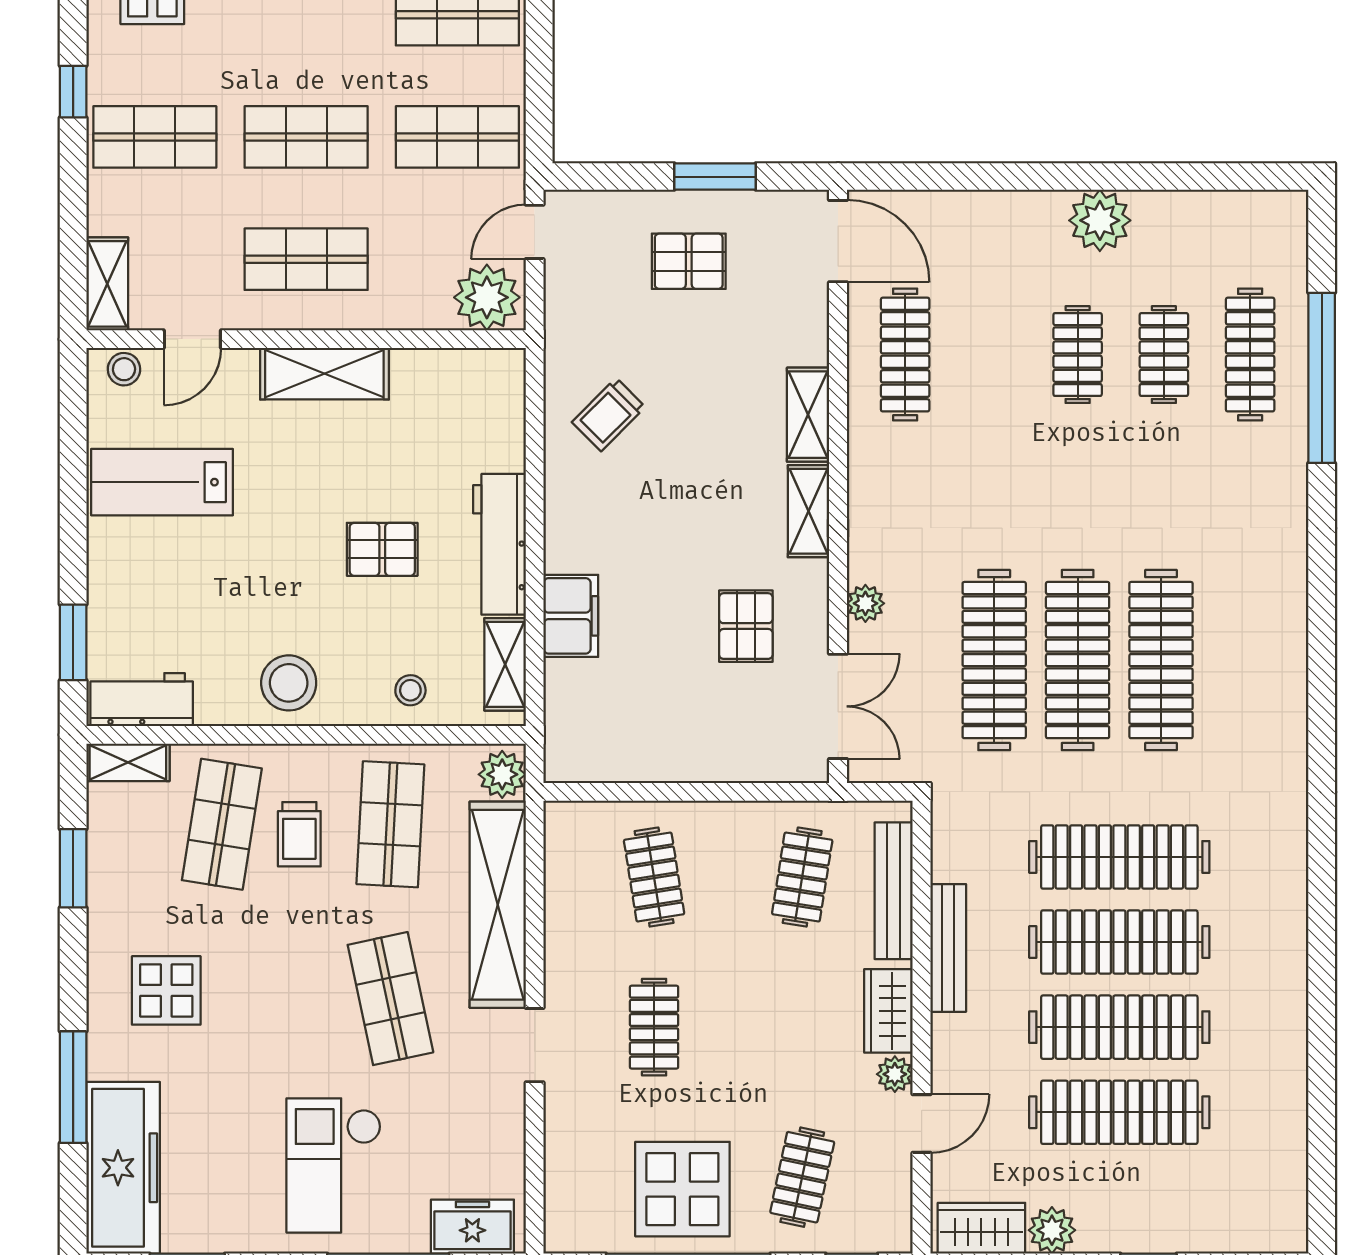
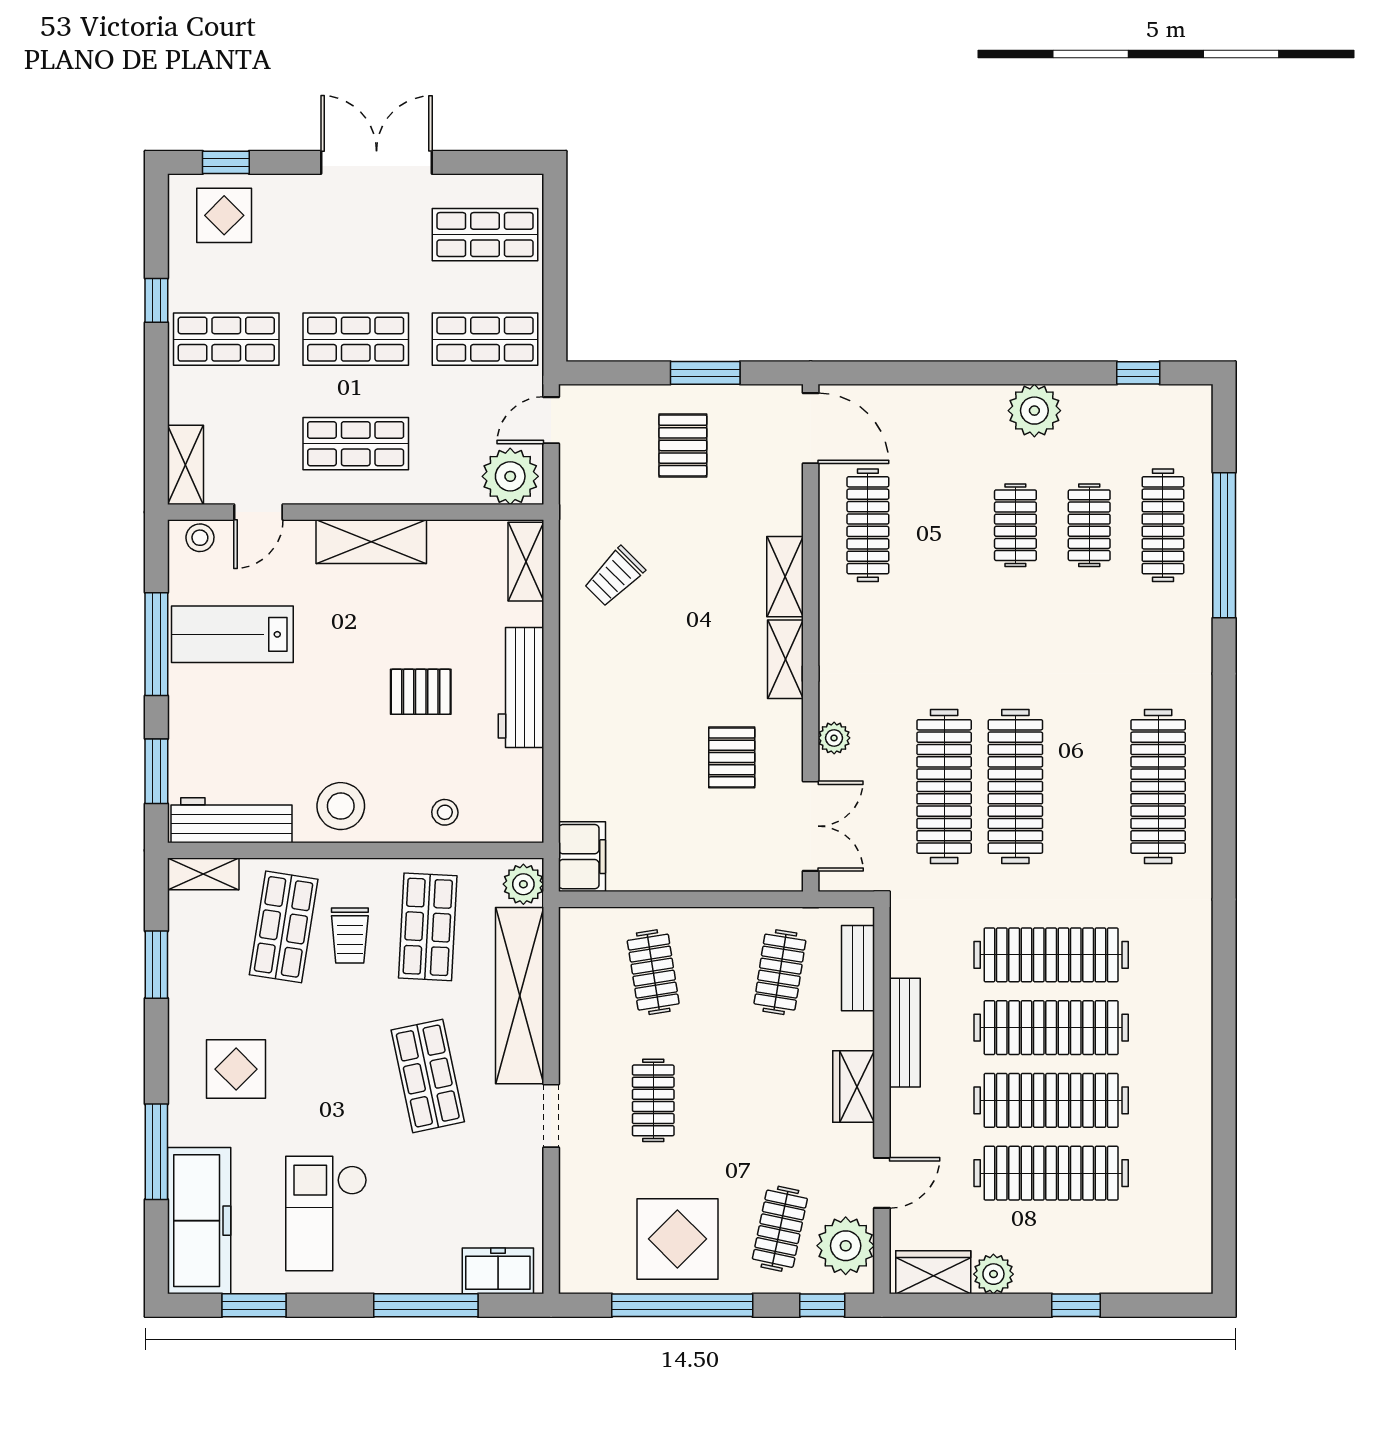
window: (1221, 177) -> (1138, 373), added
pallet: (689, 261) -> (683, 445), turned 90
window: (73, 494) -> (156, 644), added
filing cabinet: (571, 616) -> (582, 857), moved
clothes rail: (1161, 660) -> (1158, 786), moved
shelving: (505, 664) -> (526, 562), moved
workbench: (142, 700) -> (232, 820), width x1.38
bench: (894, 891) -> (858, 968), width x0.73
plant: (895, 1074) -> (846, 1246), moved, width x1.88, depth x1.88
checkout: (334, 1165) -> (326, 1213), moved

